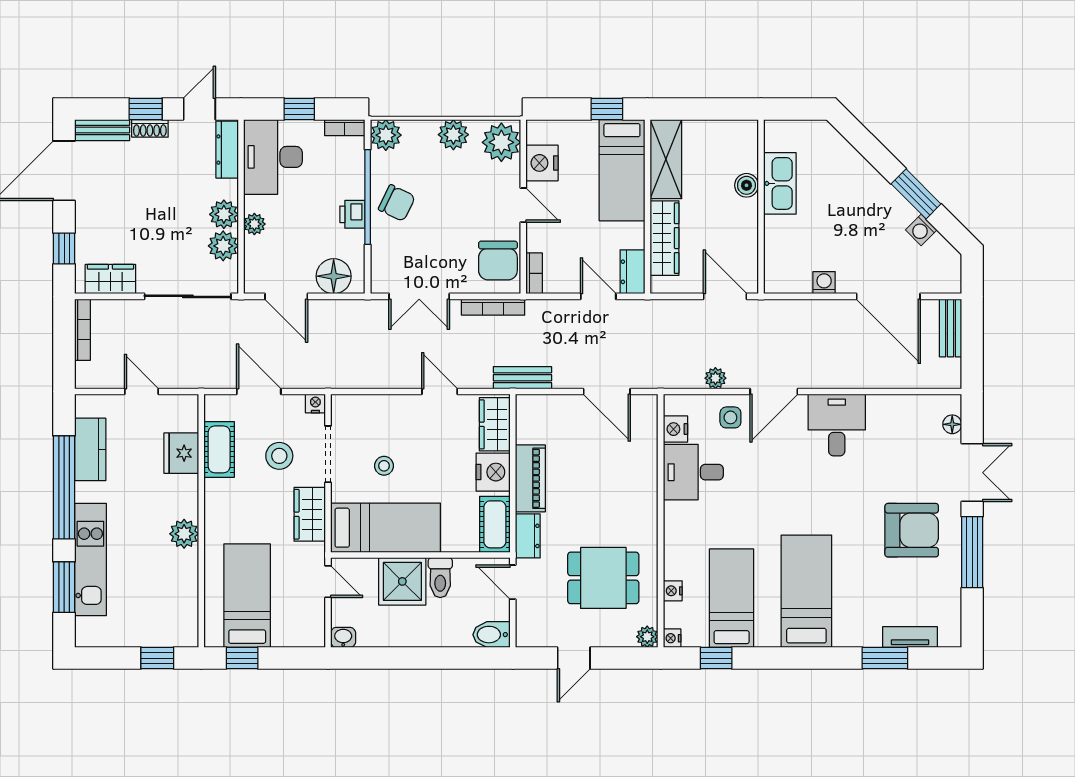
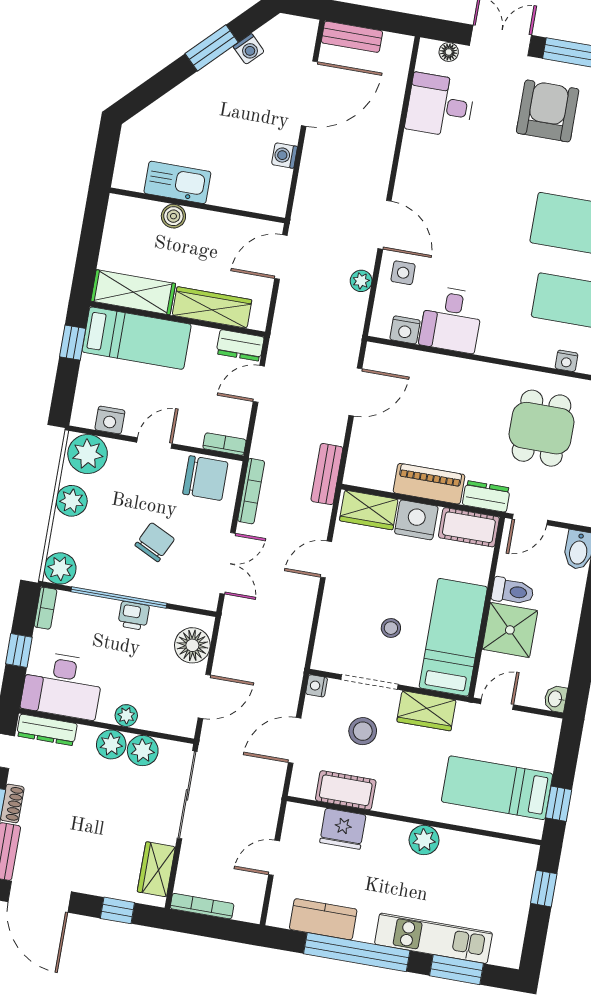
nightstand: (542, 163) -> (110, 420), width x0.74, depth x0.75
chair: (397, 203) -> (155, 542), moved
desk: (837, 425) -> (440, 105), moved

